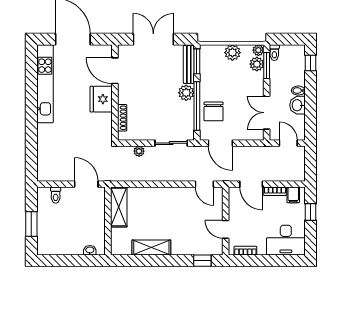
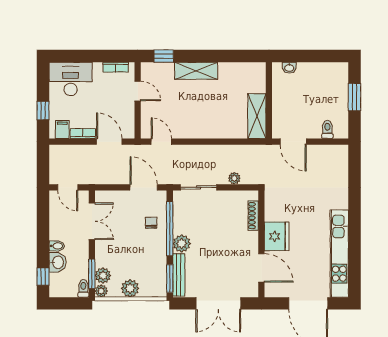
washbasin: (297, 105) -> (58, 262), moved
chair: (214, 111) -> (151, 223), width x0.54, depth x0.54
shelving: (151, 248) -> (196, 71), moved

